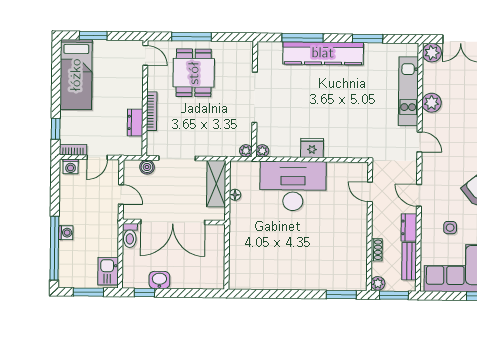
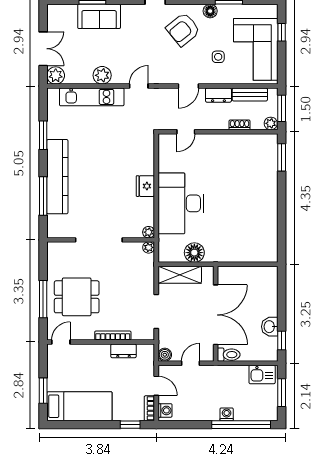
boiler: (147, 167) -> (165, 355), moved
floor lamp: (235, 195) -> (194, 253), width x1.89, depth x1.89

